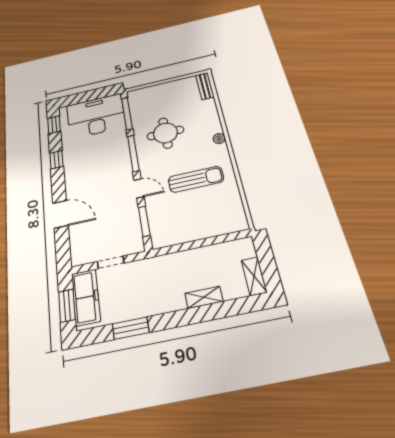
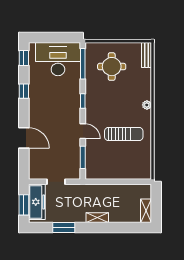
round table: (165, 133) -> (112, 67), moved
window: (133, 153) -> (83, 101), width x0.46
shelving: (204, 297) -> (97, 218), moved

